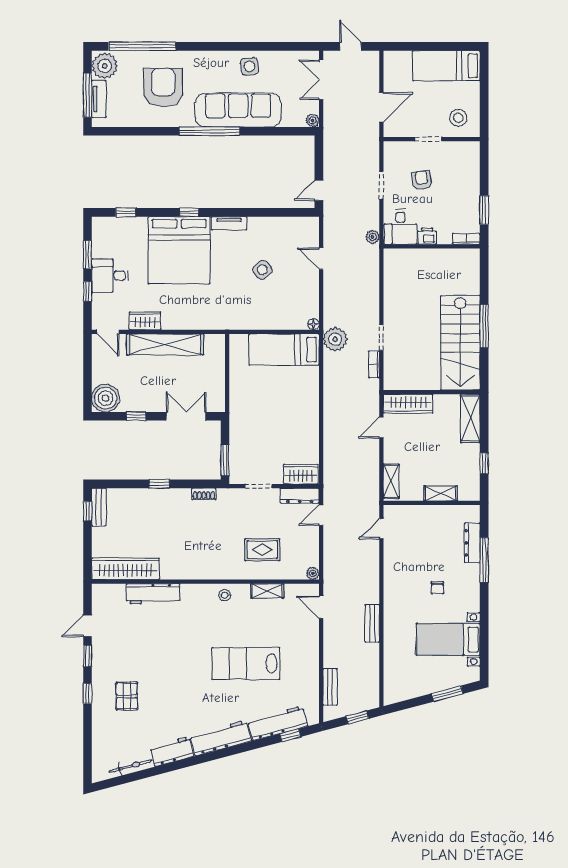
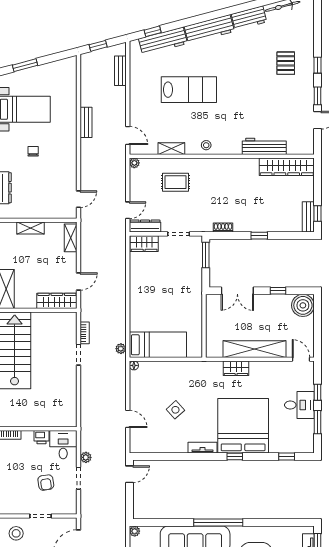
plant: (373, 237) -> (86, 457), moved
wardrobe: (145, 321) -> (236, 368), moved
plant: (335, 339) -> (121, 349), width x0.53, depth x0.53

